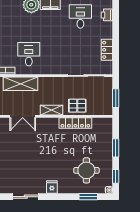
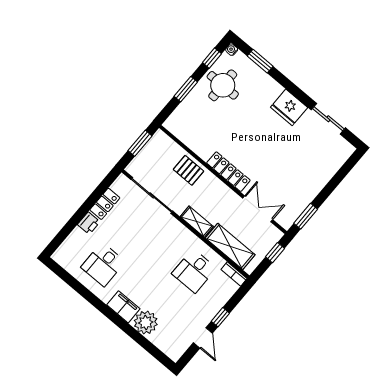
printer: (107, 15) -> (89, 223), moved
shelving: (52, 110) -> (197, 222), moved
locker: (75, 123) -> (228, 172), moved
round table: (86, 170) -> (223, 85), moved
fridge: (52, 187) -> (289, 107), width x1.88, depth x1.34

